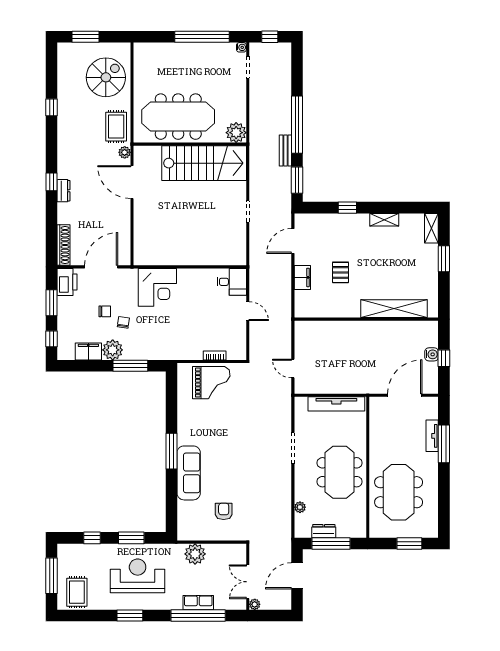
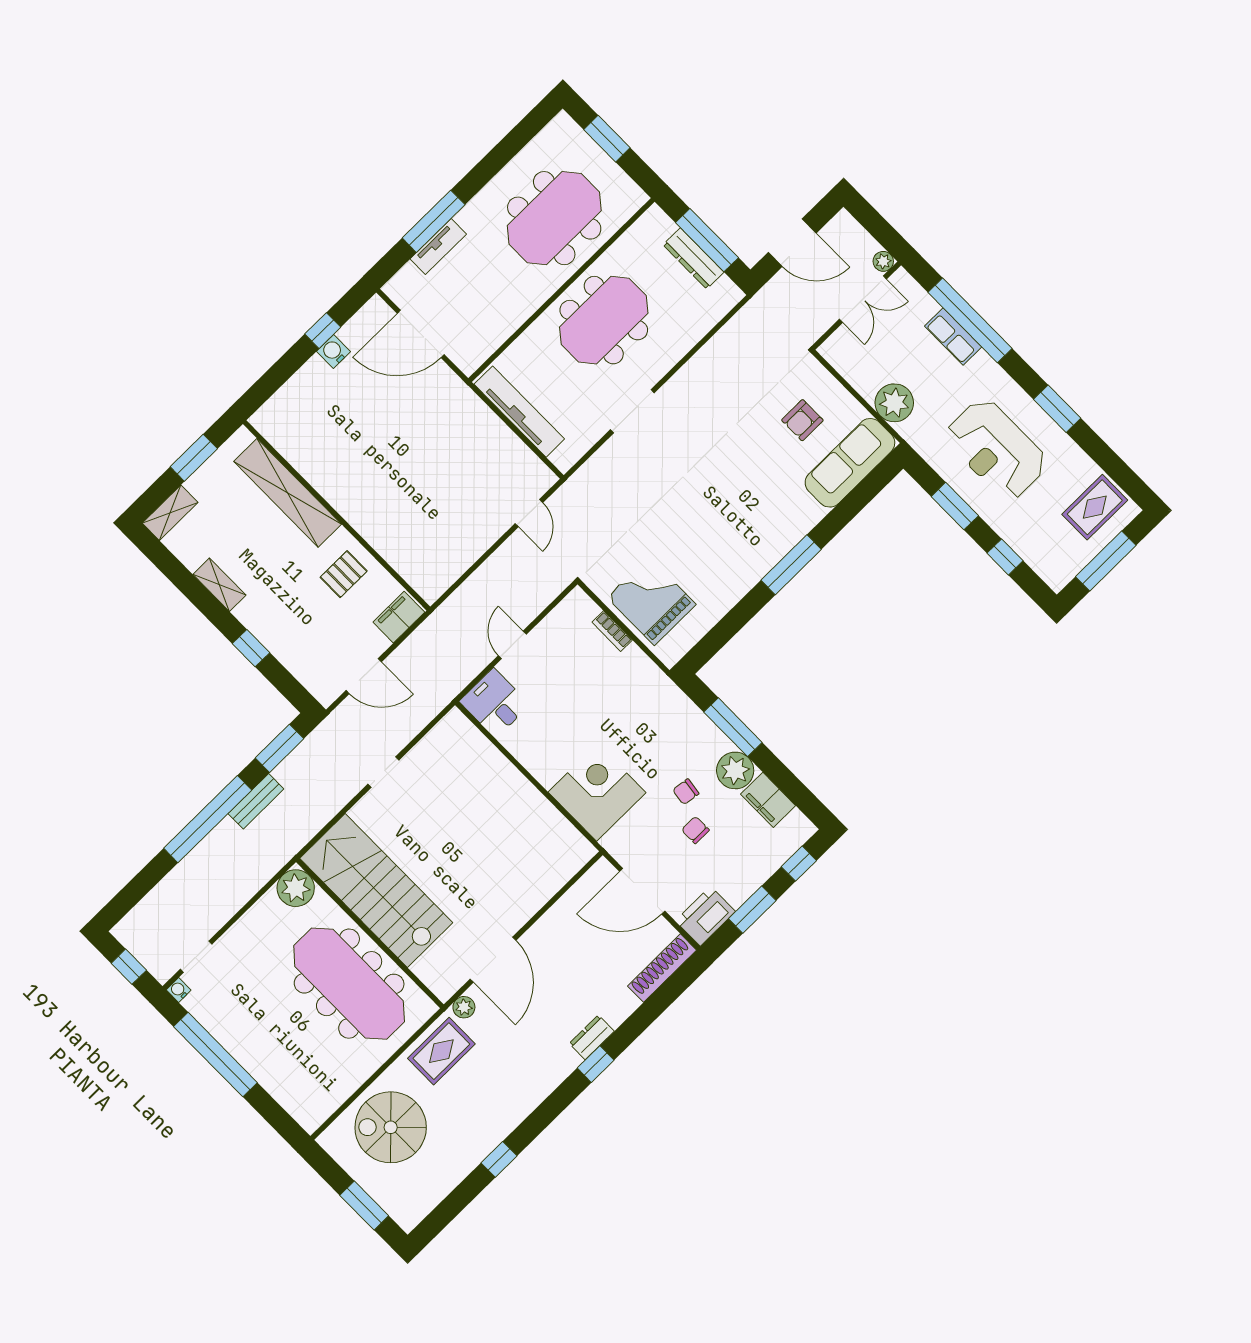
shelving: (394, 309) -> (288, 493), moved
wall: (366, 319) -> (336, 515), moved
sofa: (189, 473) -> (850, 463), moved
plant: (300, 507) -> (700, 327), removed
dresser: (324, 531) -> (693, 258), width x1.44

